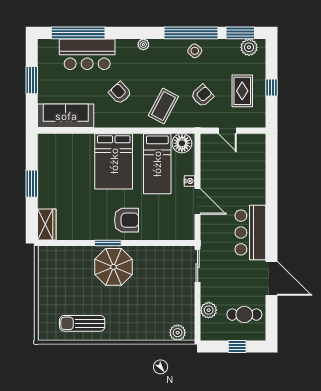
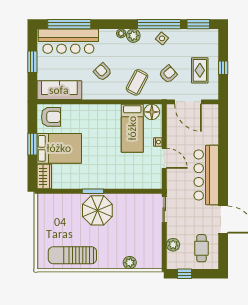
plant: (249, 47) -> (133, 36), moved
bar counter: (87, 54) -> (68, 41), width x1.36
door: (227, 131) -> (188, 102), width x1.88
bed: (114, 161) -> (59, 148), moved, turned -90
armchair: (126, 220) -> (51, 117), moved
bar counter: (250, 233) -> (206, 175), width x1.36
cafe table: (244, 315) -> (201, 248), turned 90
sun lounger: (82, 323) -> (72, 255), width x1.36, depth x1.34
plant: (178, 333) -> (130, 263), moved
window: (237, 347) -> (184, 274), moved

